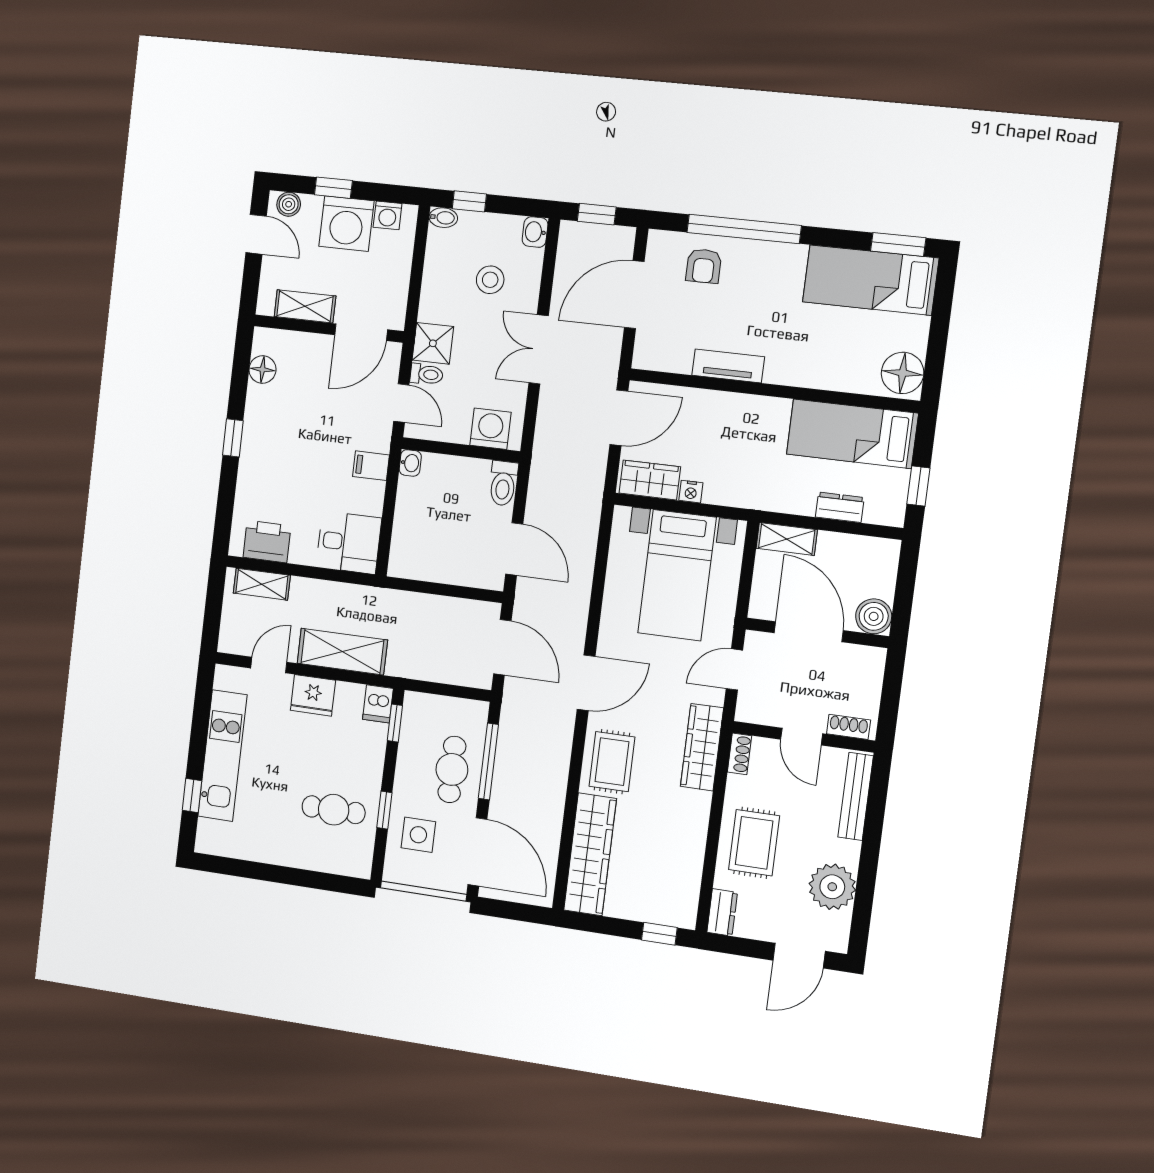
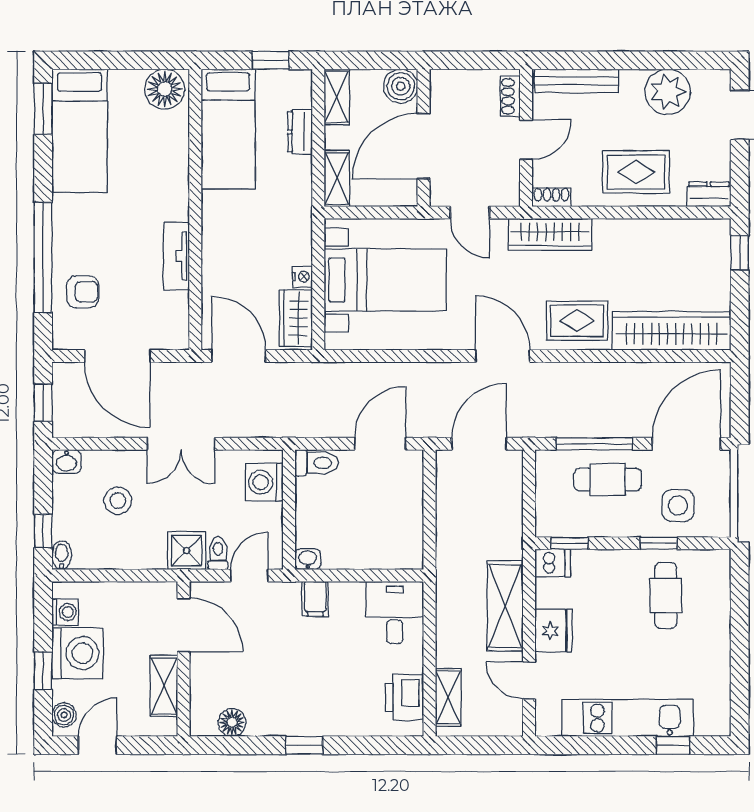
shelving: (871, 549) -> (337, 97), added

